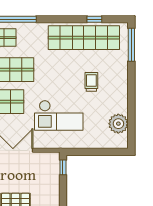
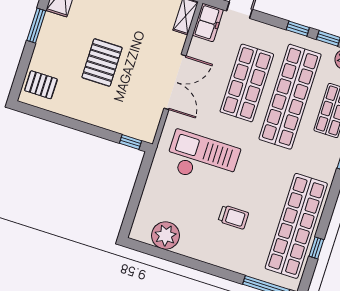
checkout: (59, 115) -> (202, 159), turned 90

